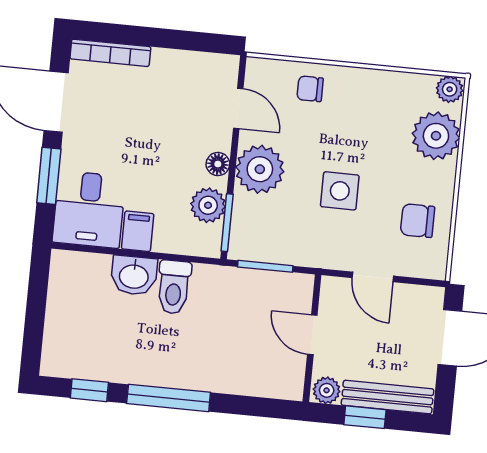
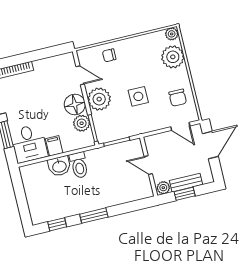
floor lamp: (218, 164) -> (75, 104), width x1.89, depth x1.89
chair: (417, 221) -> (178, 98), turned -90
door: (373, 277) -> (180, 126), moved
bench: (387, 397) -> (186, 183), width x0.73
window: (169, 398) -> (94, 216), width x0.69

